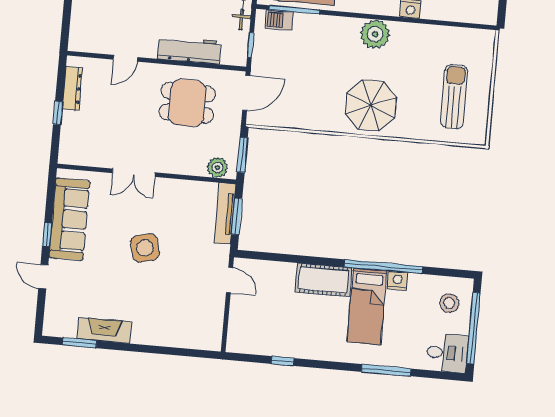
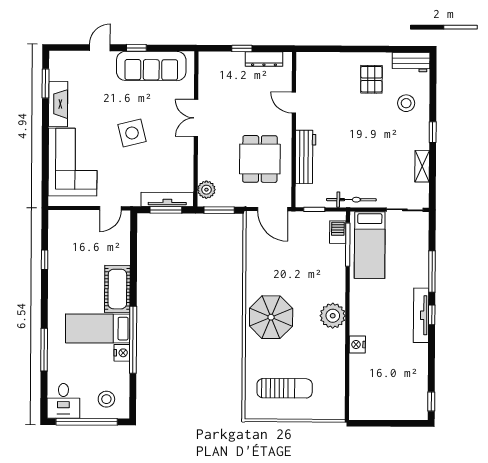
corner sofa: (173, 319) -> (73, 162), added

